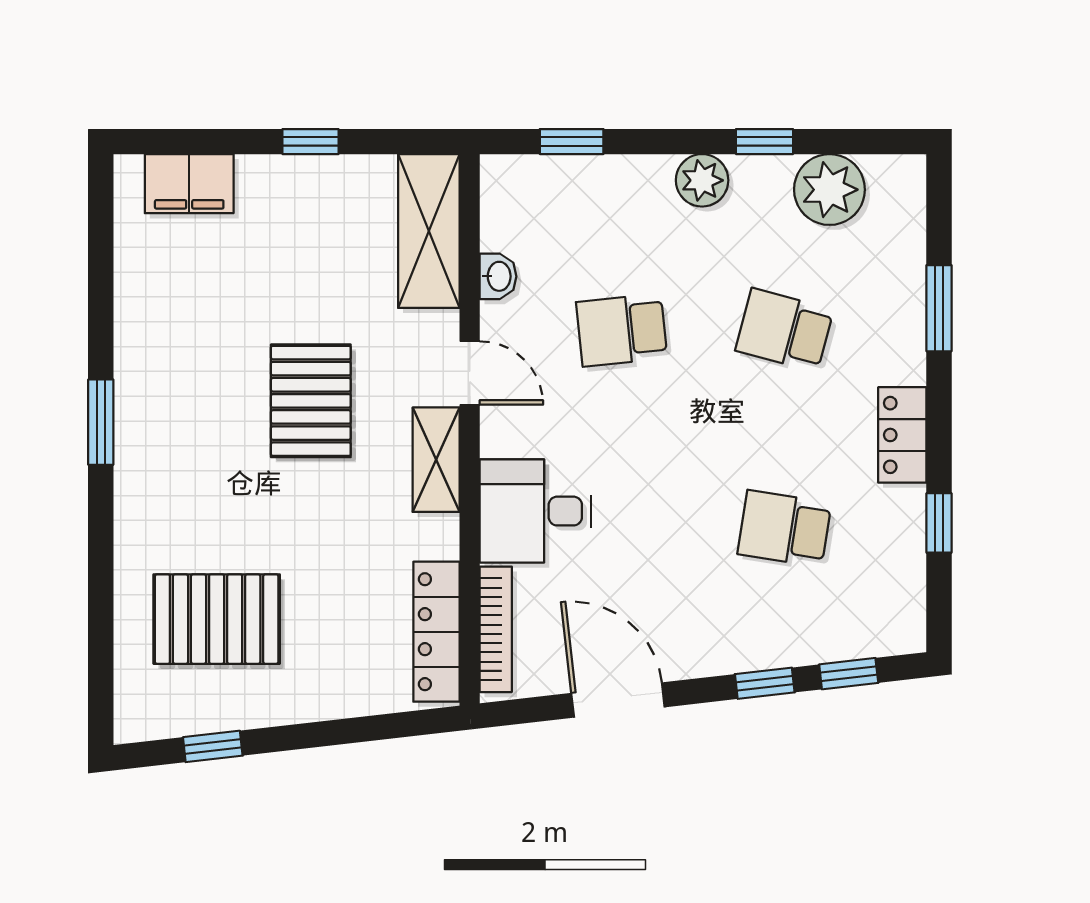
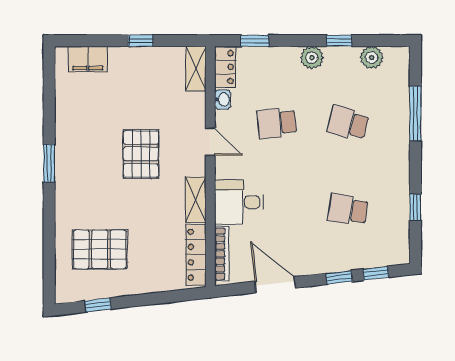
plant: (829, 190) -> (372, 58), width x0.73, depth x0.73
shelving: (429, 231) -> (196, 69), width x0.67, depth x0.75
window: (939, 308) -> (415, 114), width x1.44
locker: (902, 435) -> (225, 67), moved, turned 180
shelving: (436, 460) -> (196, 200), moved

